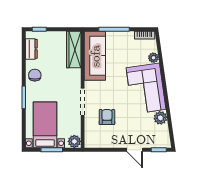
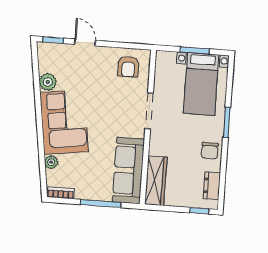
armchair: (107, 117) -> (128, 67), moved
plant: (74, 141) -> (164, 59), removed

